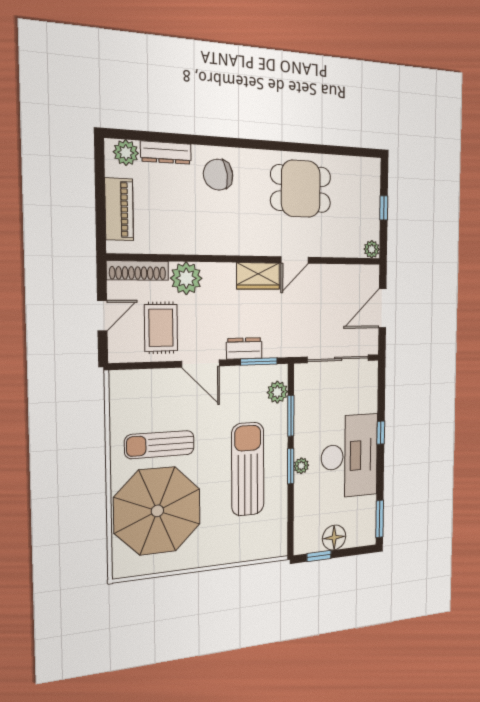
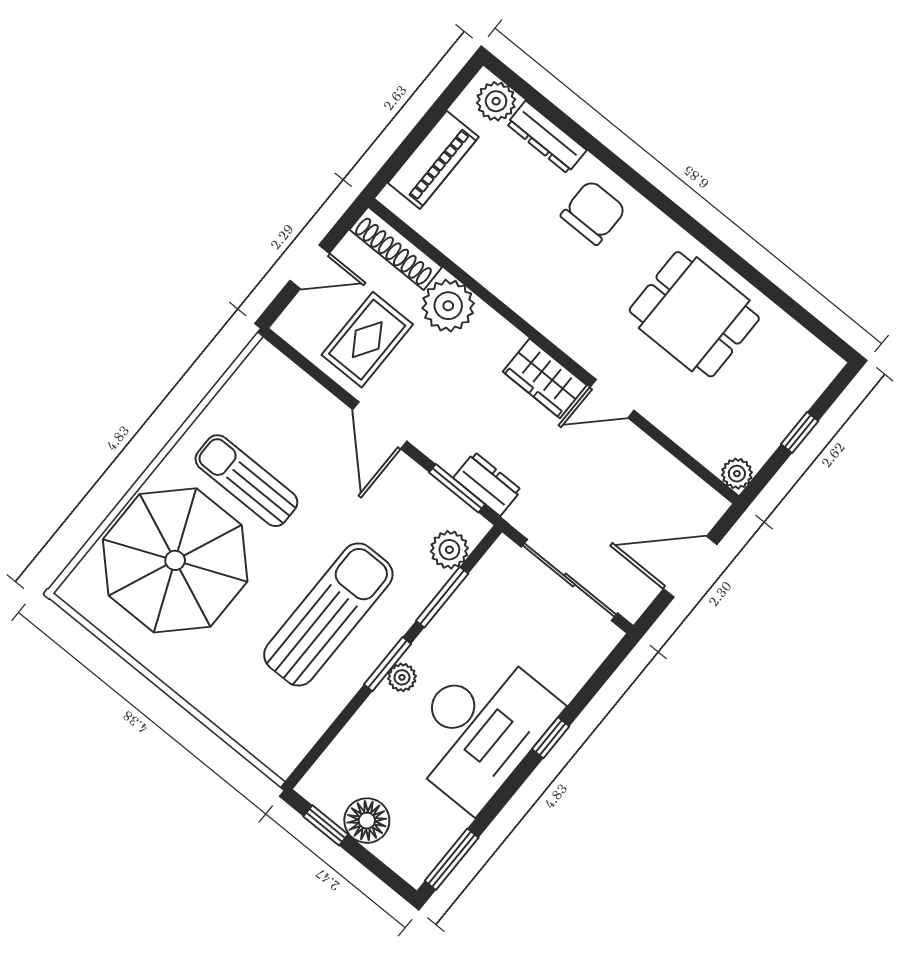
chair: (218, 175) -> (593, 212), turned 98
dresser: (244, 348) -> (487, 484), moved

